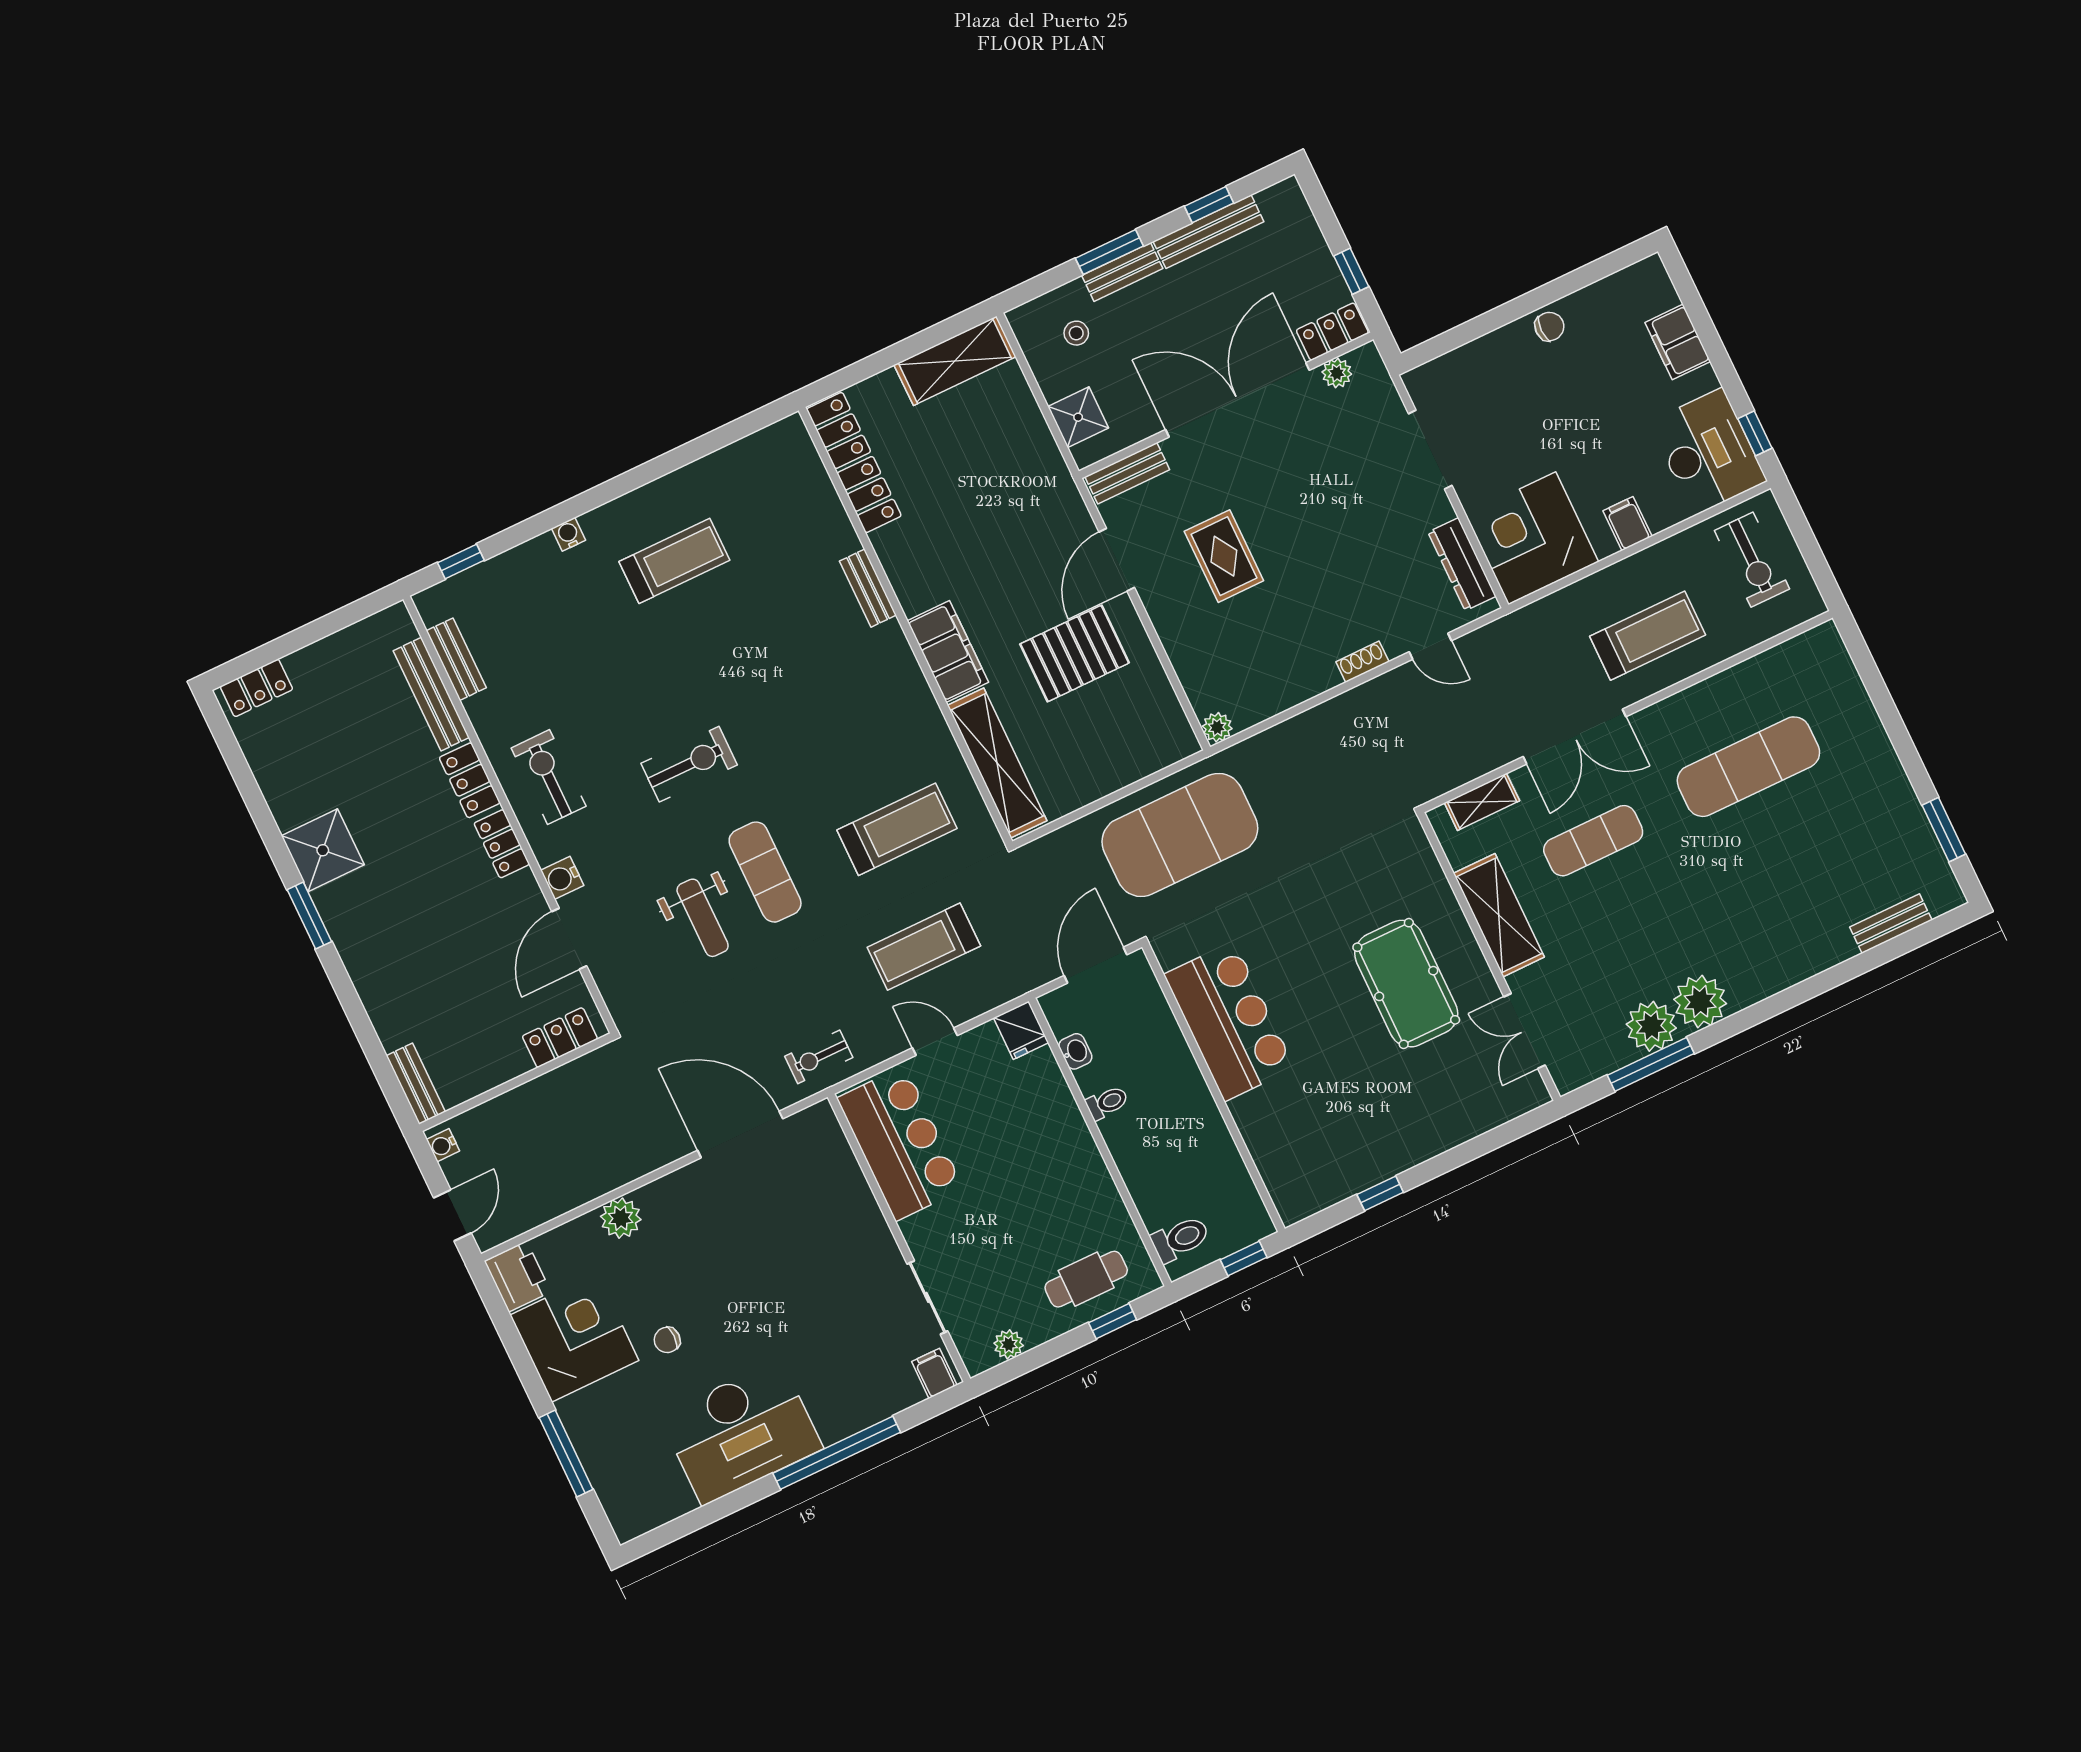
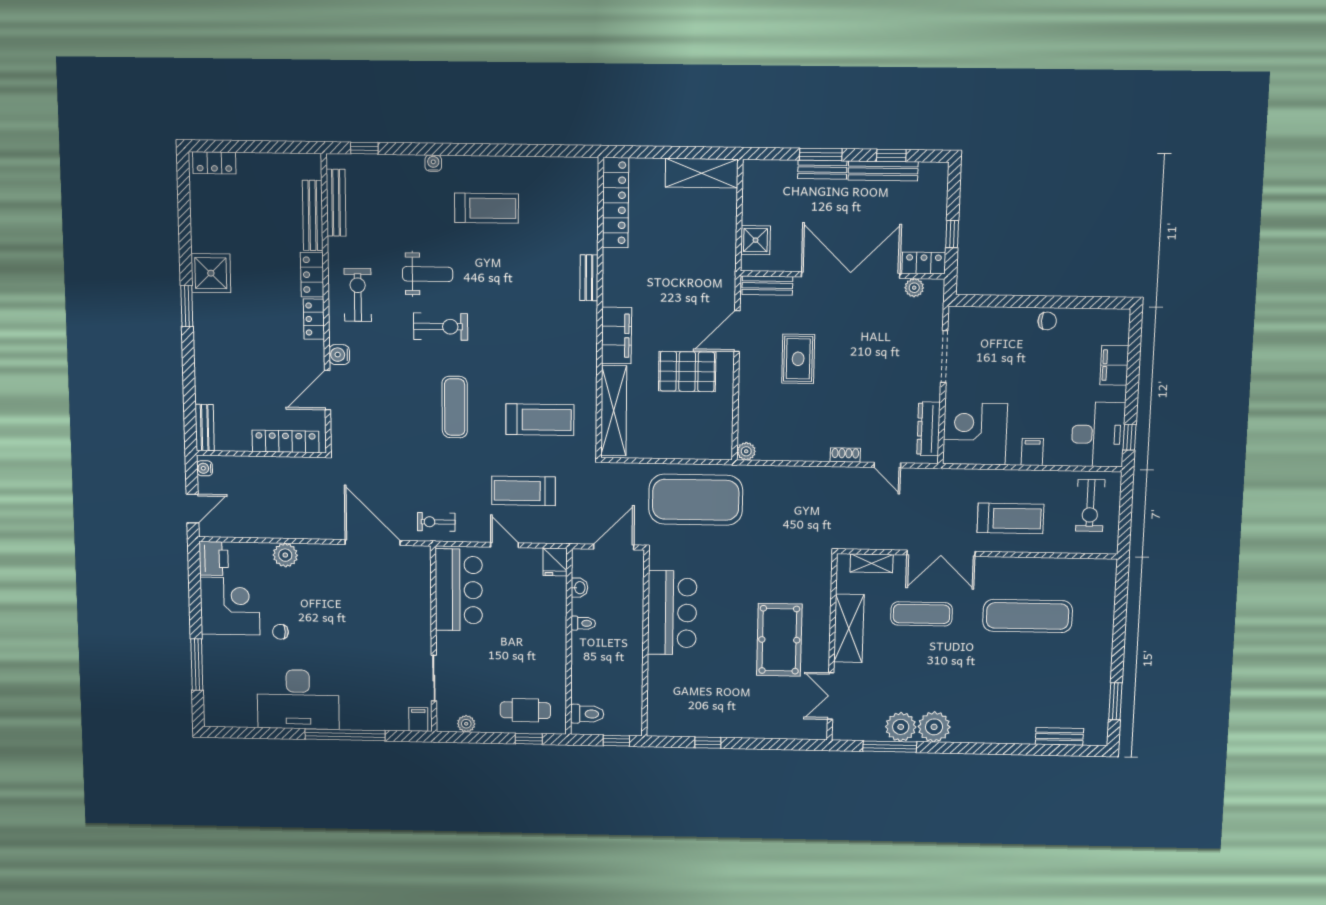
stool: (1076, 333) -> (778, 192), removed
bench: (456, 659) -> (336, 203), width x1.36
weight bench: (703, 918) -> (428, 274), moved, turned -90
locker: (560, 1038) -> (286, 441), width x1.53

